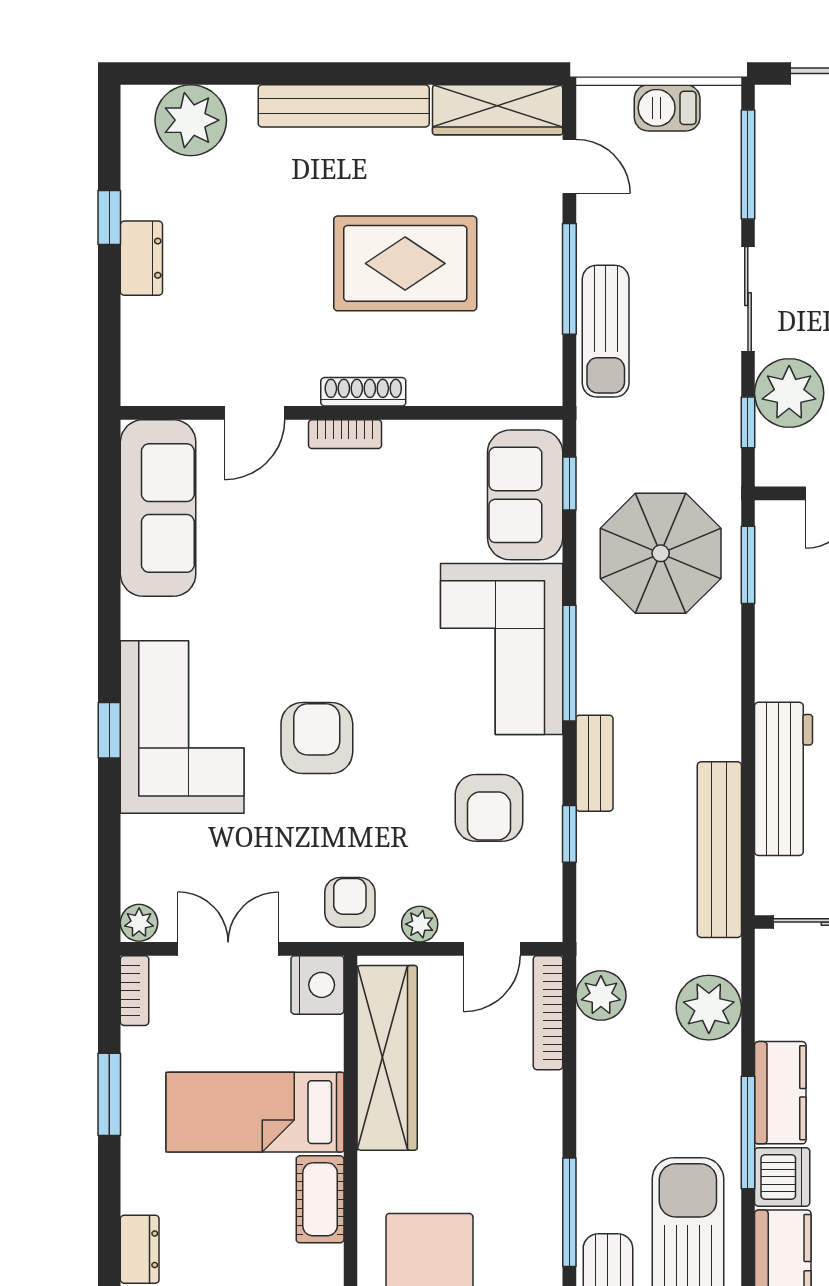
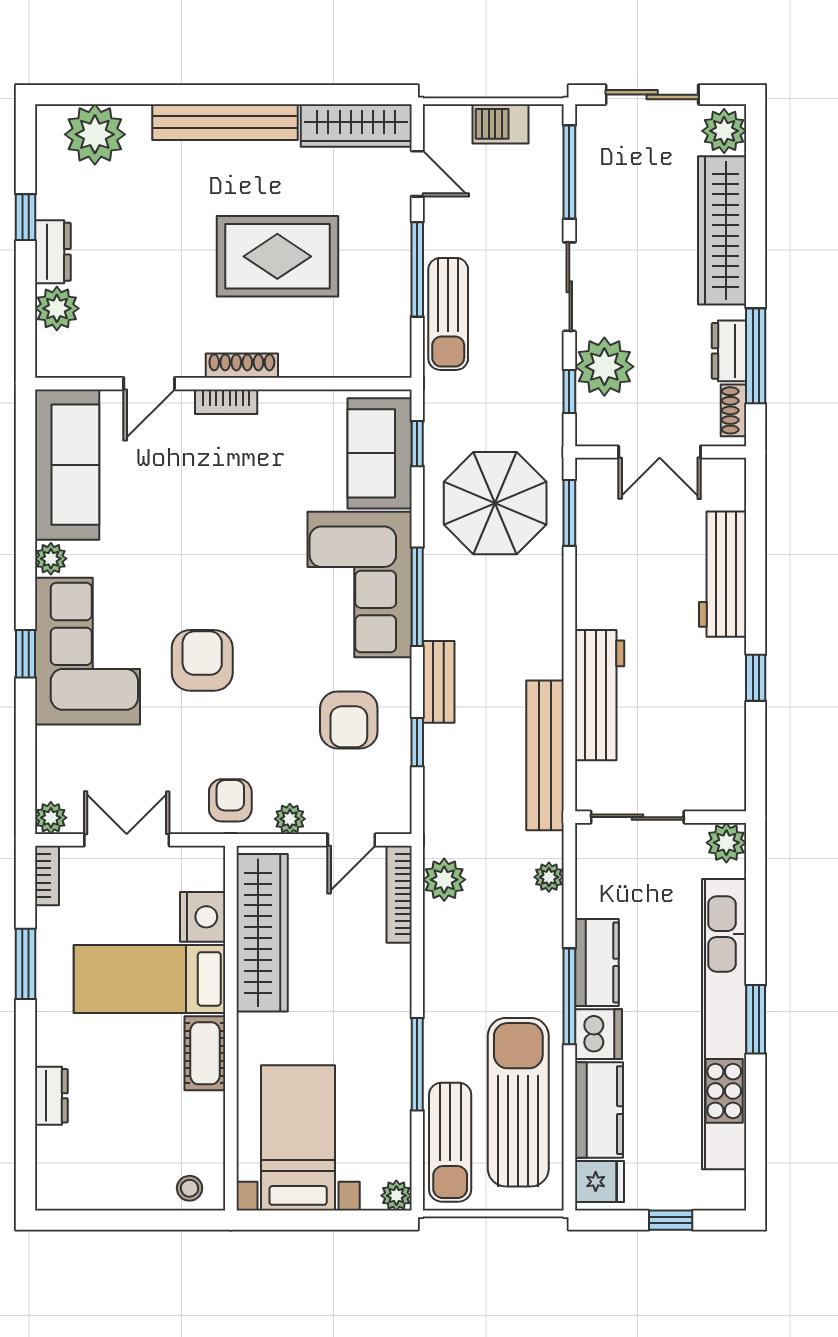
plant: (146, 325) -> (57, 308), added
plant: (139, 619) -> (51, 559), added
nightstand: (317, 985) -> (203, 917), moved
plant: (709, 1008) -> (549, 877), width x0.53, depth x0.53

